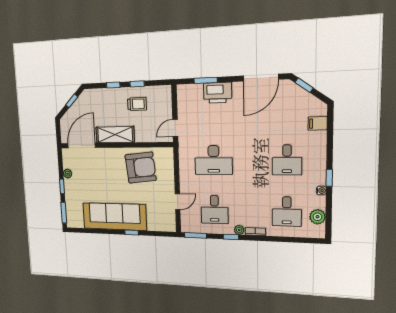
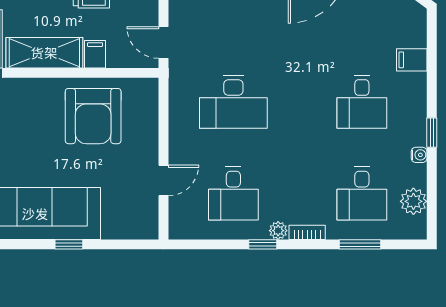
filing cabinet: (318, 123) -> (412, 60), moved
door: (175, 128) -> (164, 43), hinge flipped
filing cabinet: (140, 135) -> (95, 54), added
armchair: (141, 168) -> (93, 116), turned 96
window: (195, 235) -> (360, 244), moved

